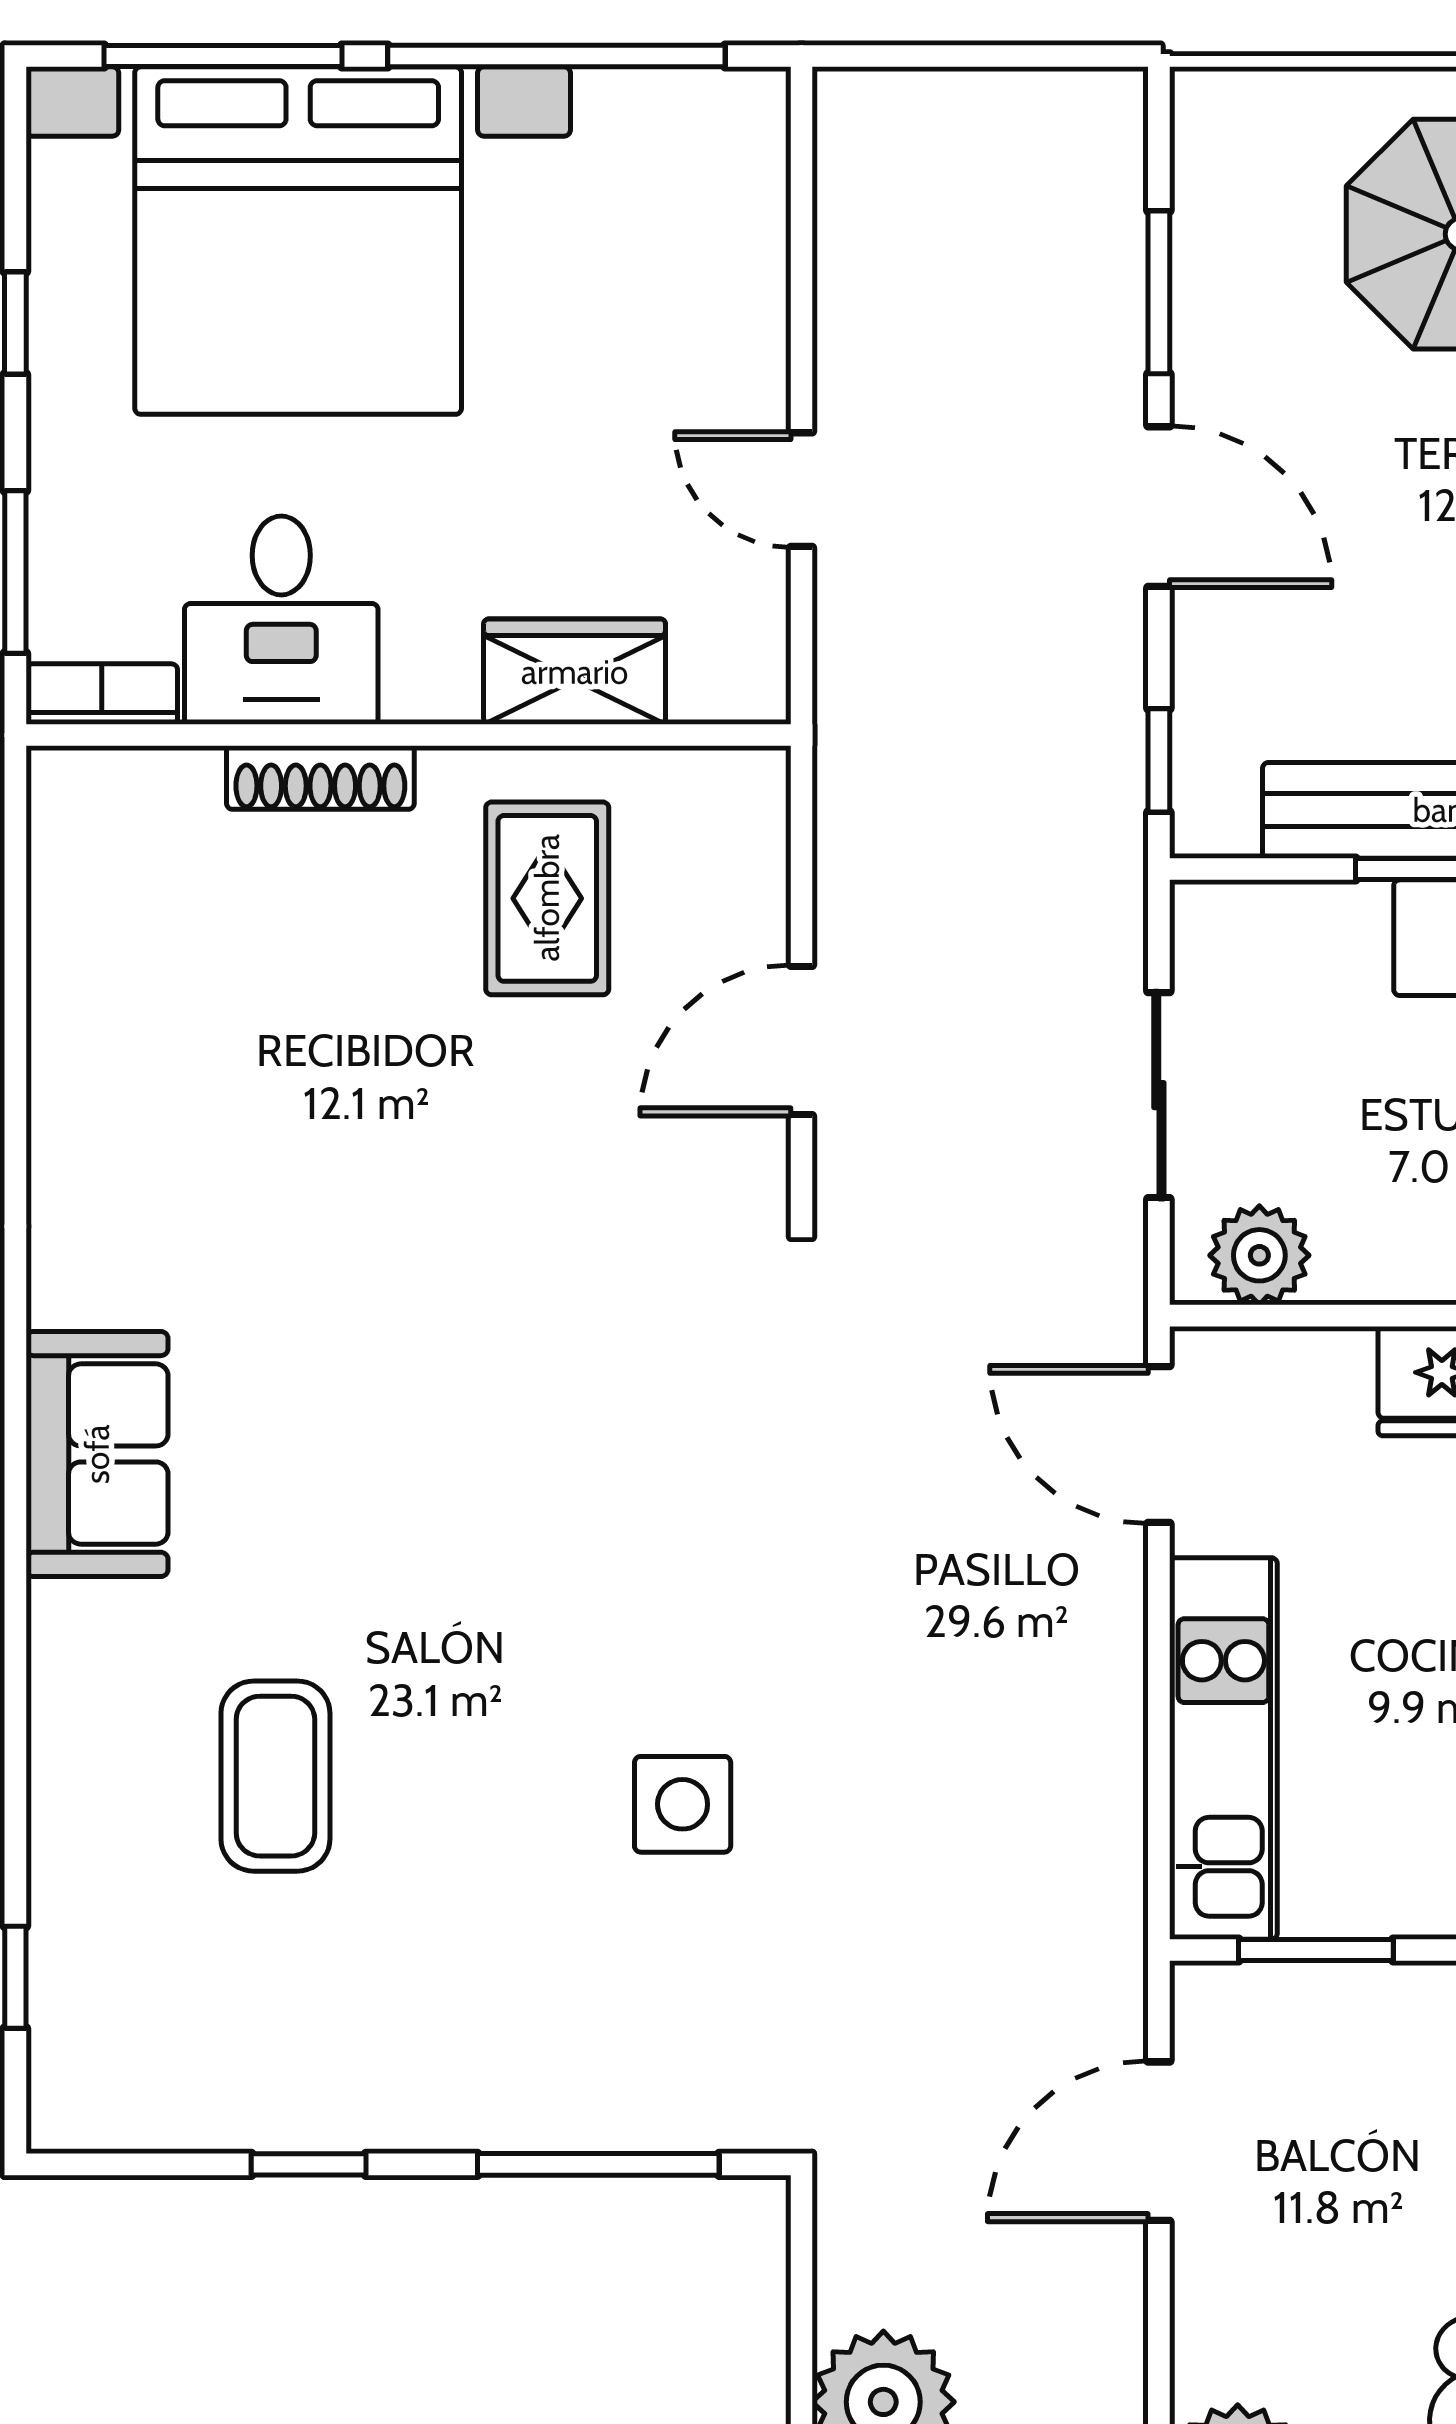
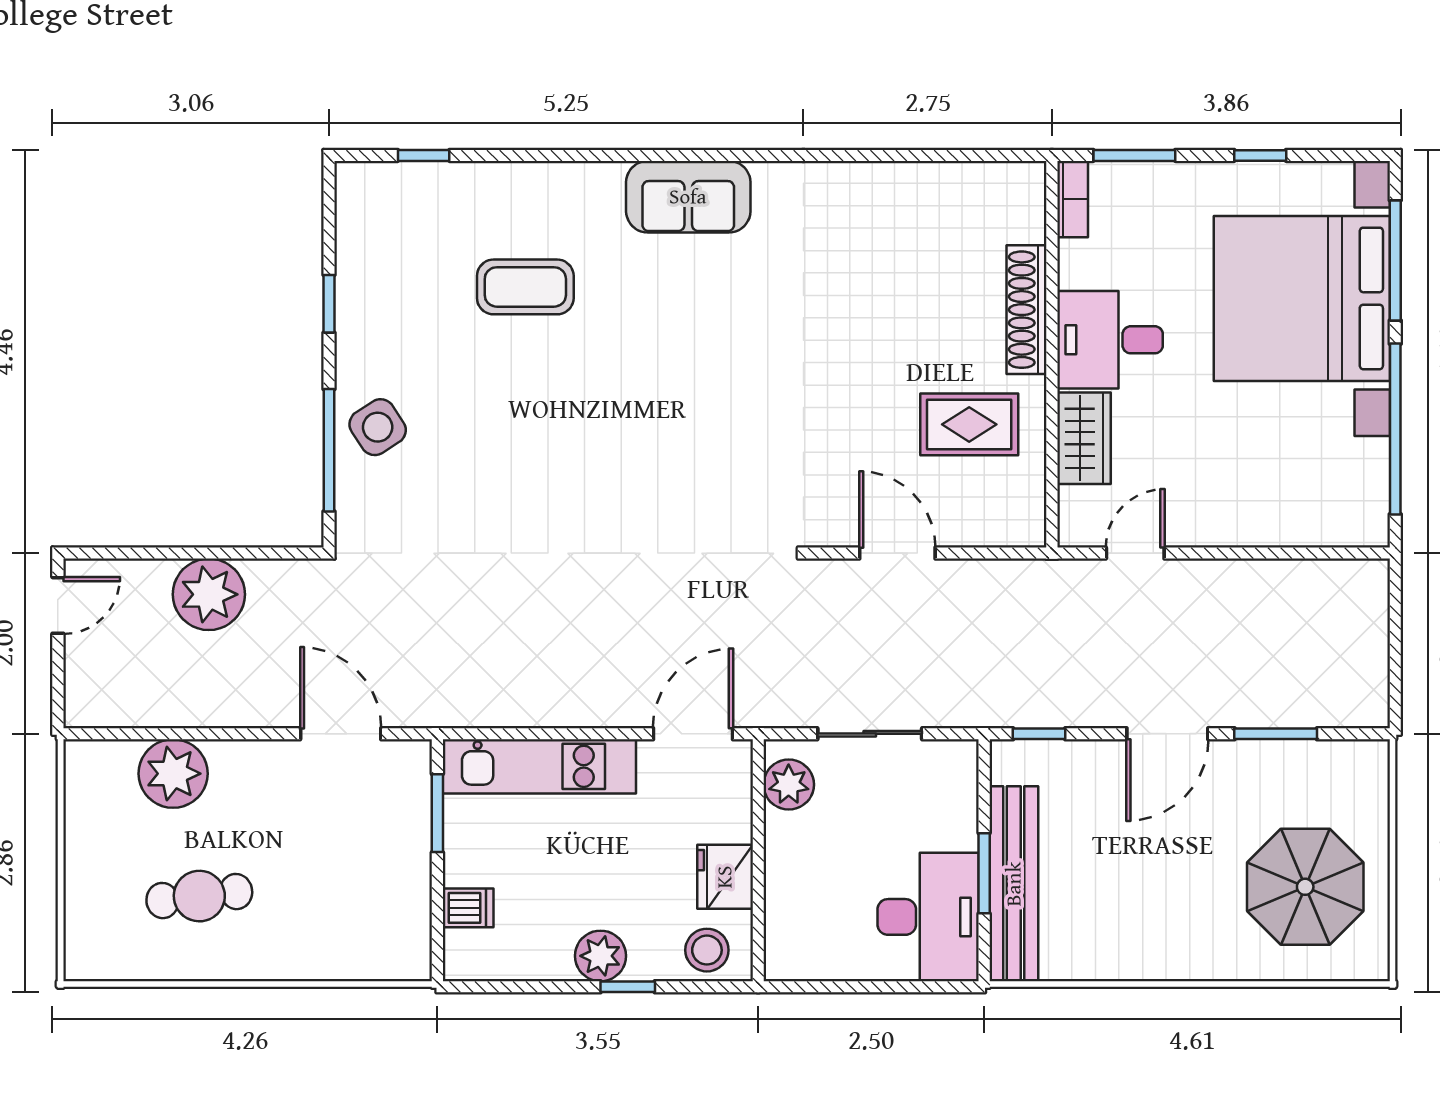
door: (802, 490) -> (1135, 553), moved
desk: (281, 620) -> (1110, 340), moved
shoe rack: (320, 778) -> (1027, 310), width x1.36, depth x1.24
side table: (683, 1804) -> (378, 427), moved, turned -33

